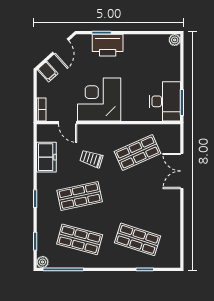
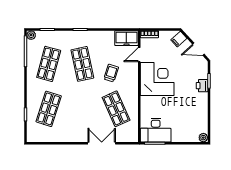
printer: (108, 45) -> (202, 86), width x0.53, depth x0.68
freezer: (46, 157) -> (126, 38), moved

